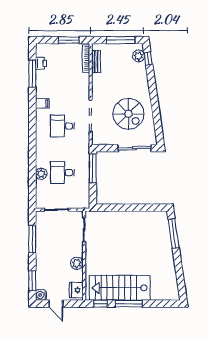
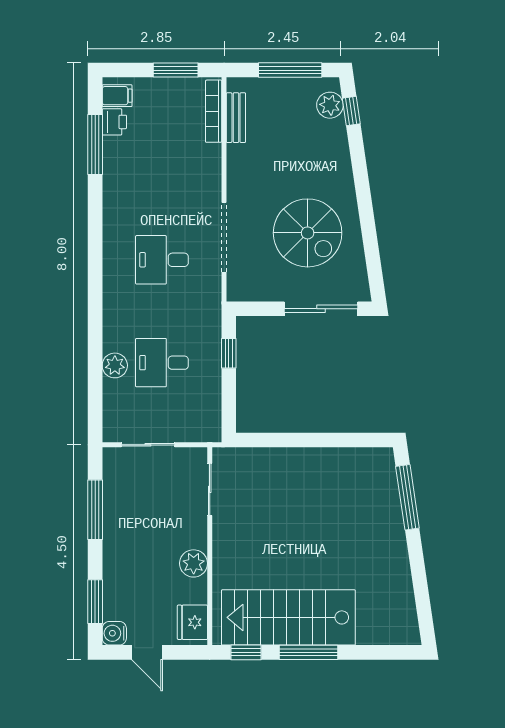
filing cabinet: (42, 103) -> (117, 96), moved
window: (93, 168) -> (229, 353), width x0.46

